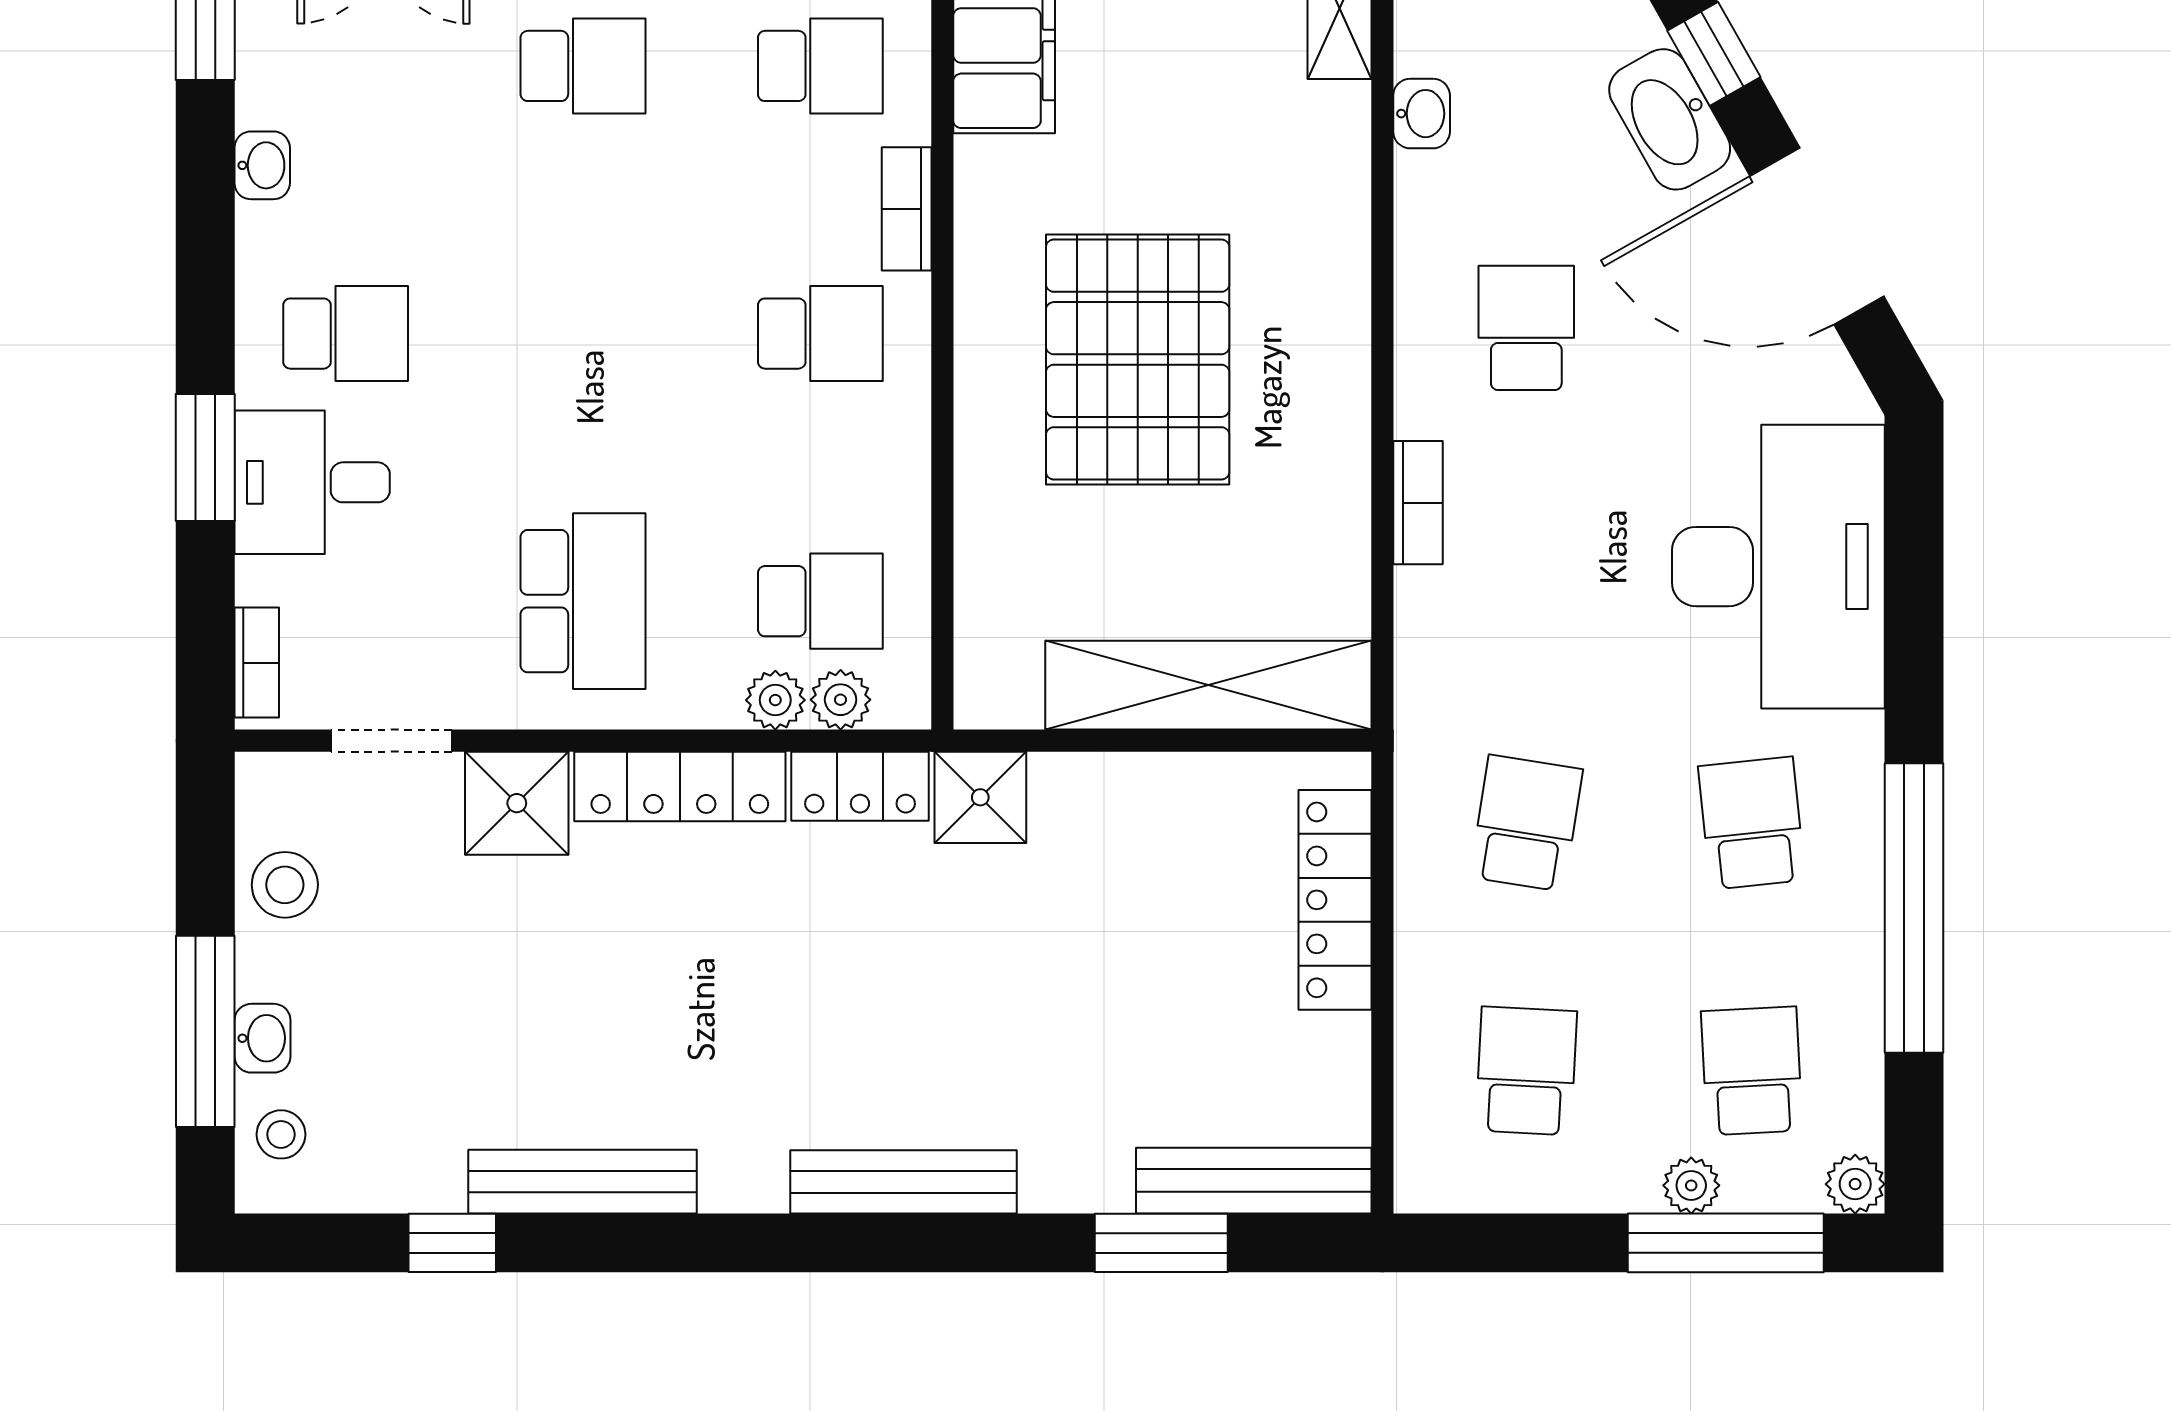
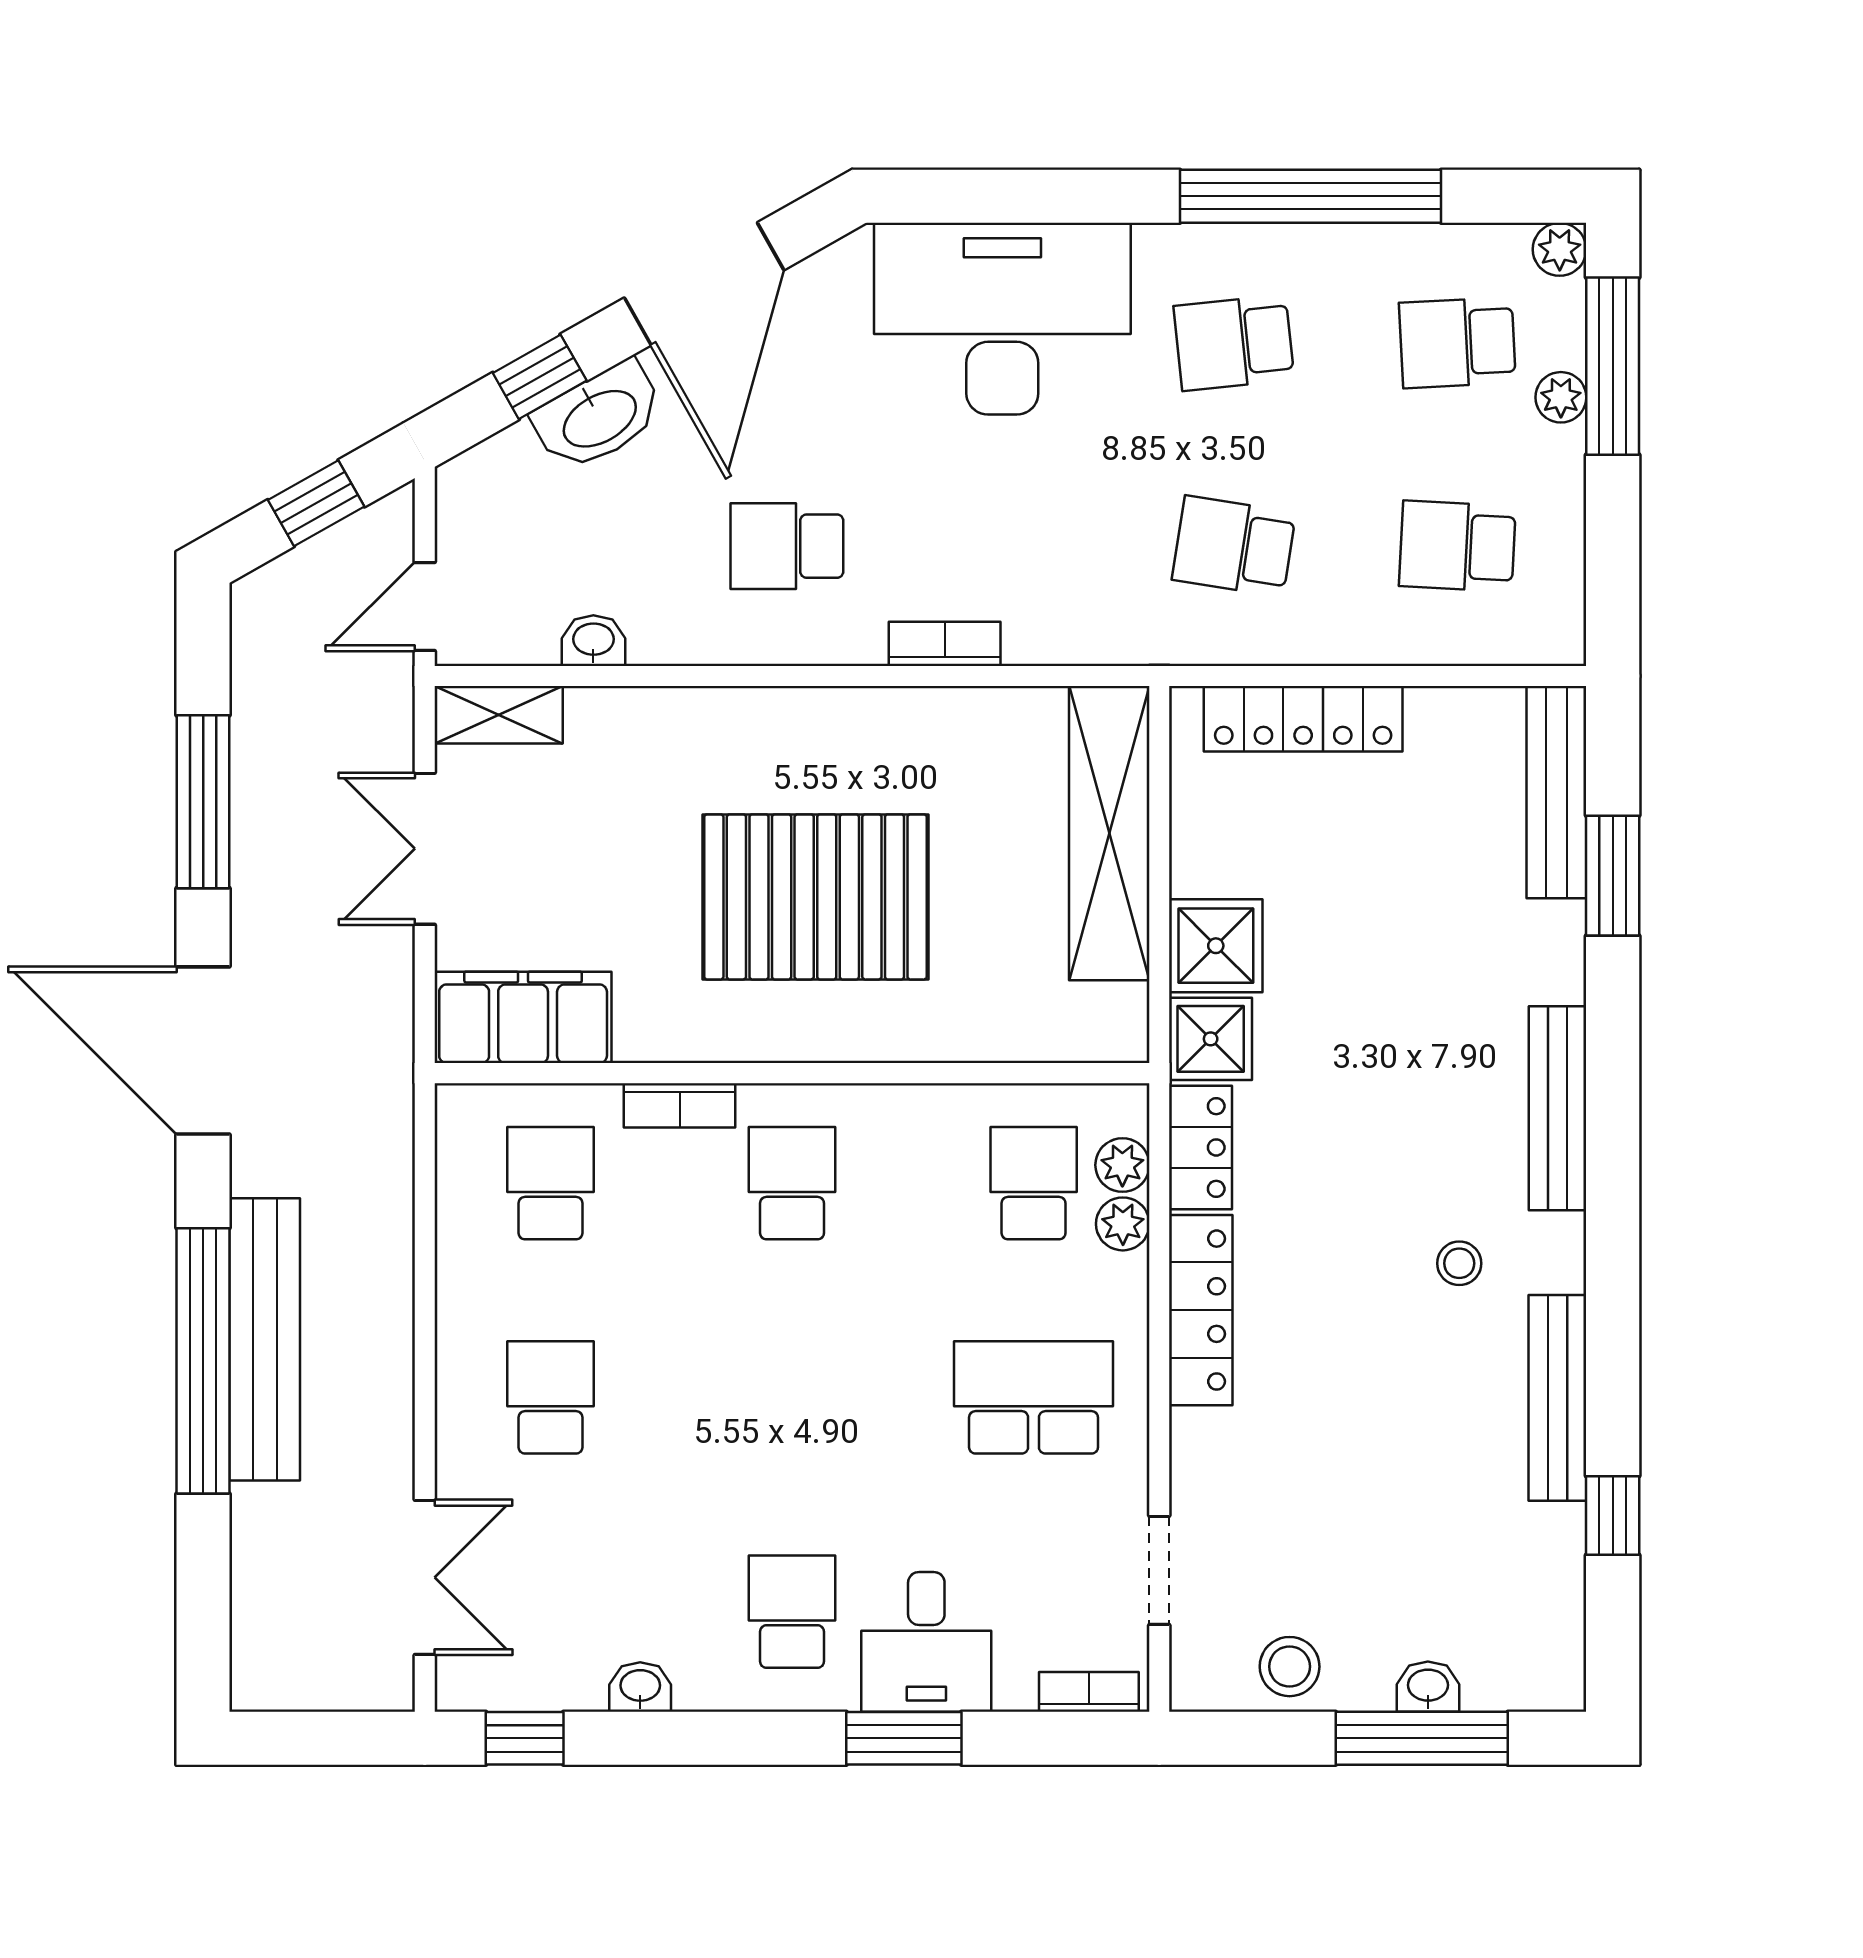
shower: (517, 803) -> (1216, 946), moved
stool: (281, 1134) -> (1459, 1263), moved

